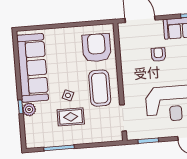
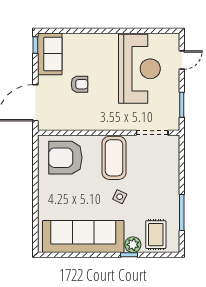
armchair: (158, 55) -> (79, 84), turned 180
coffee table: (100, 88) -> (114, 158), turned 90
rug: (71, 117) -> (156, 235), moved

